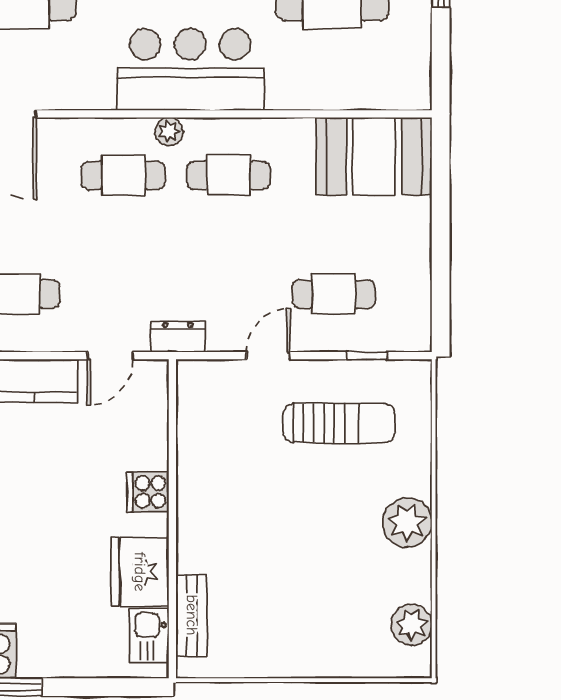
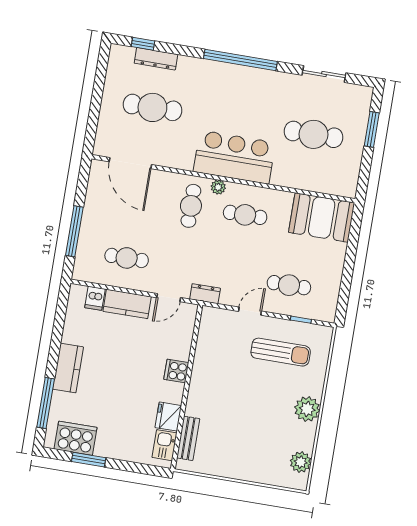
cafe table: (123, 175) -> (191, 206), turned 90
fridge: (140, 572) -> (168, 417), width x0.73, depth x0.75

